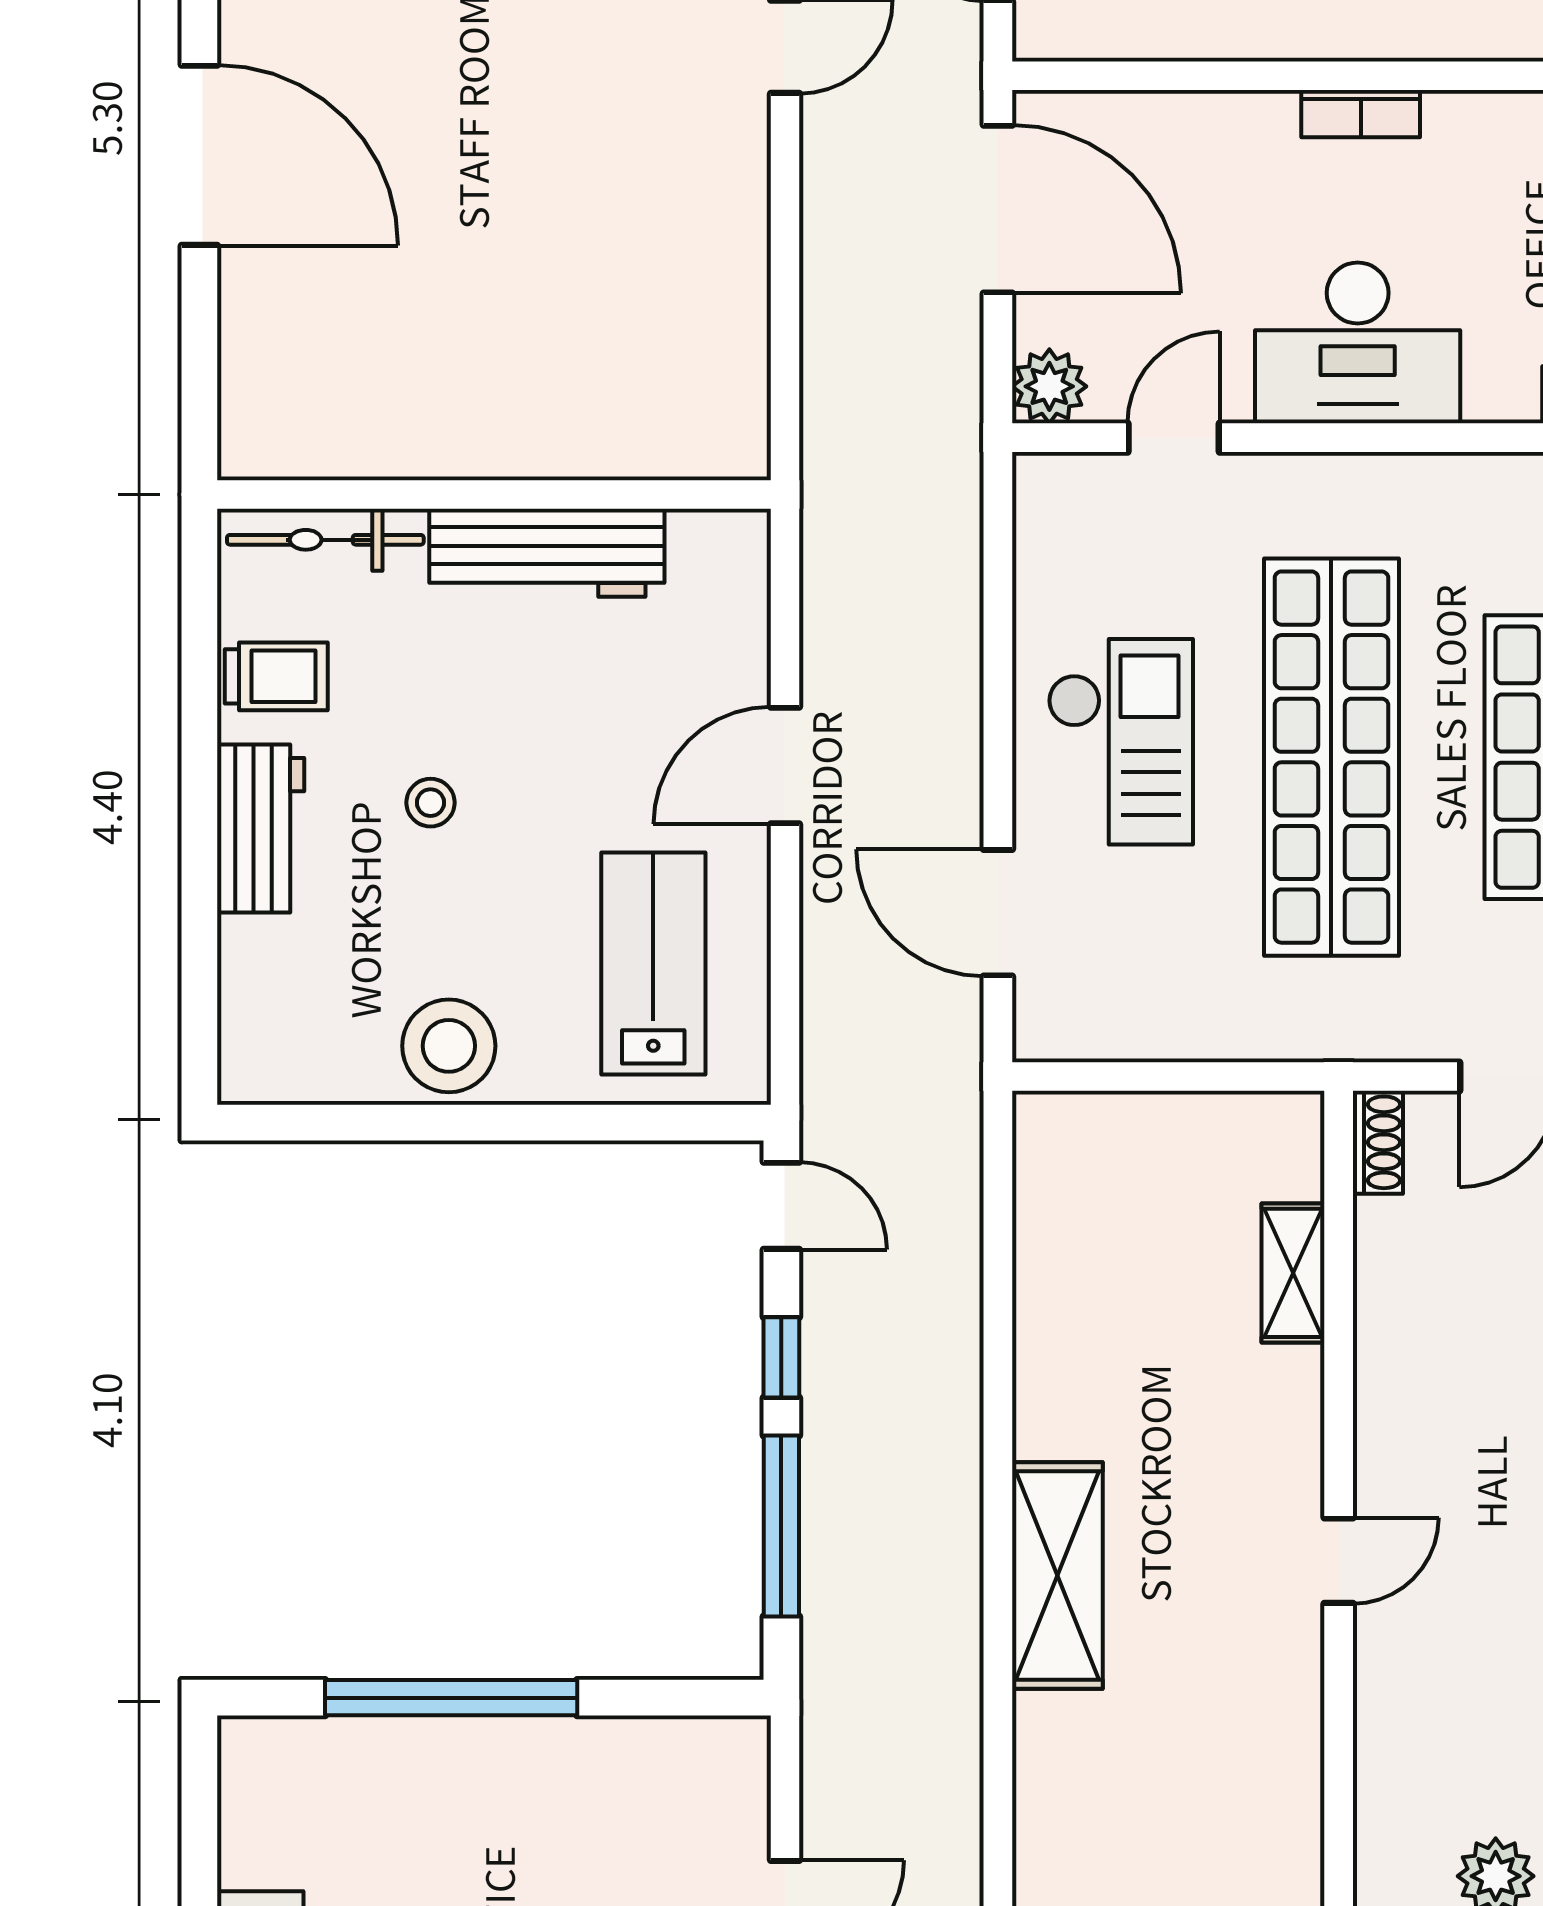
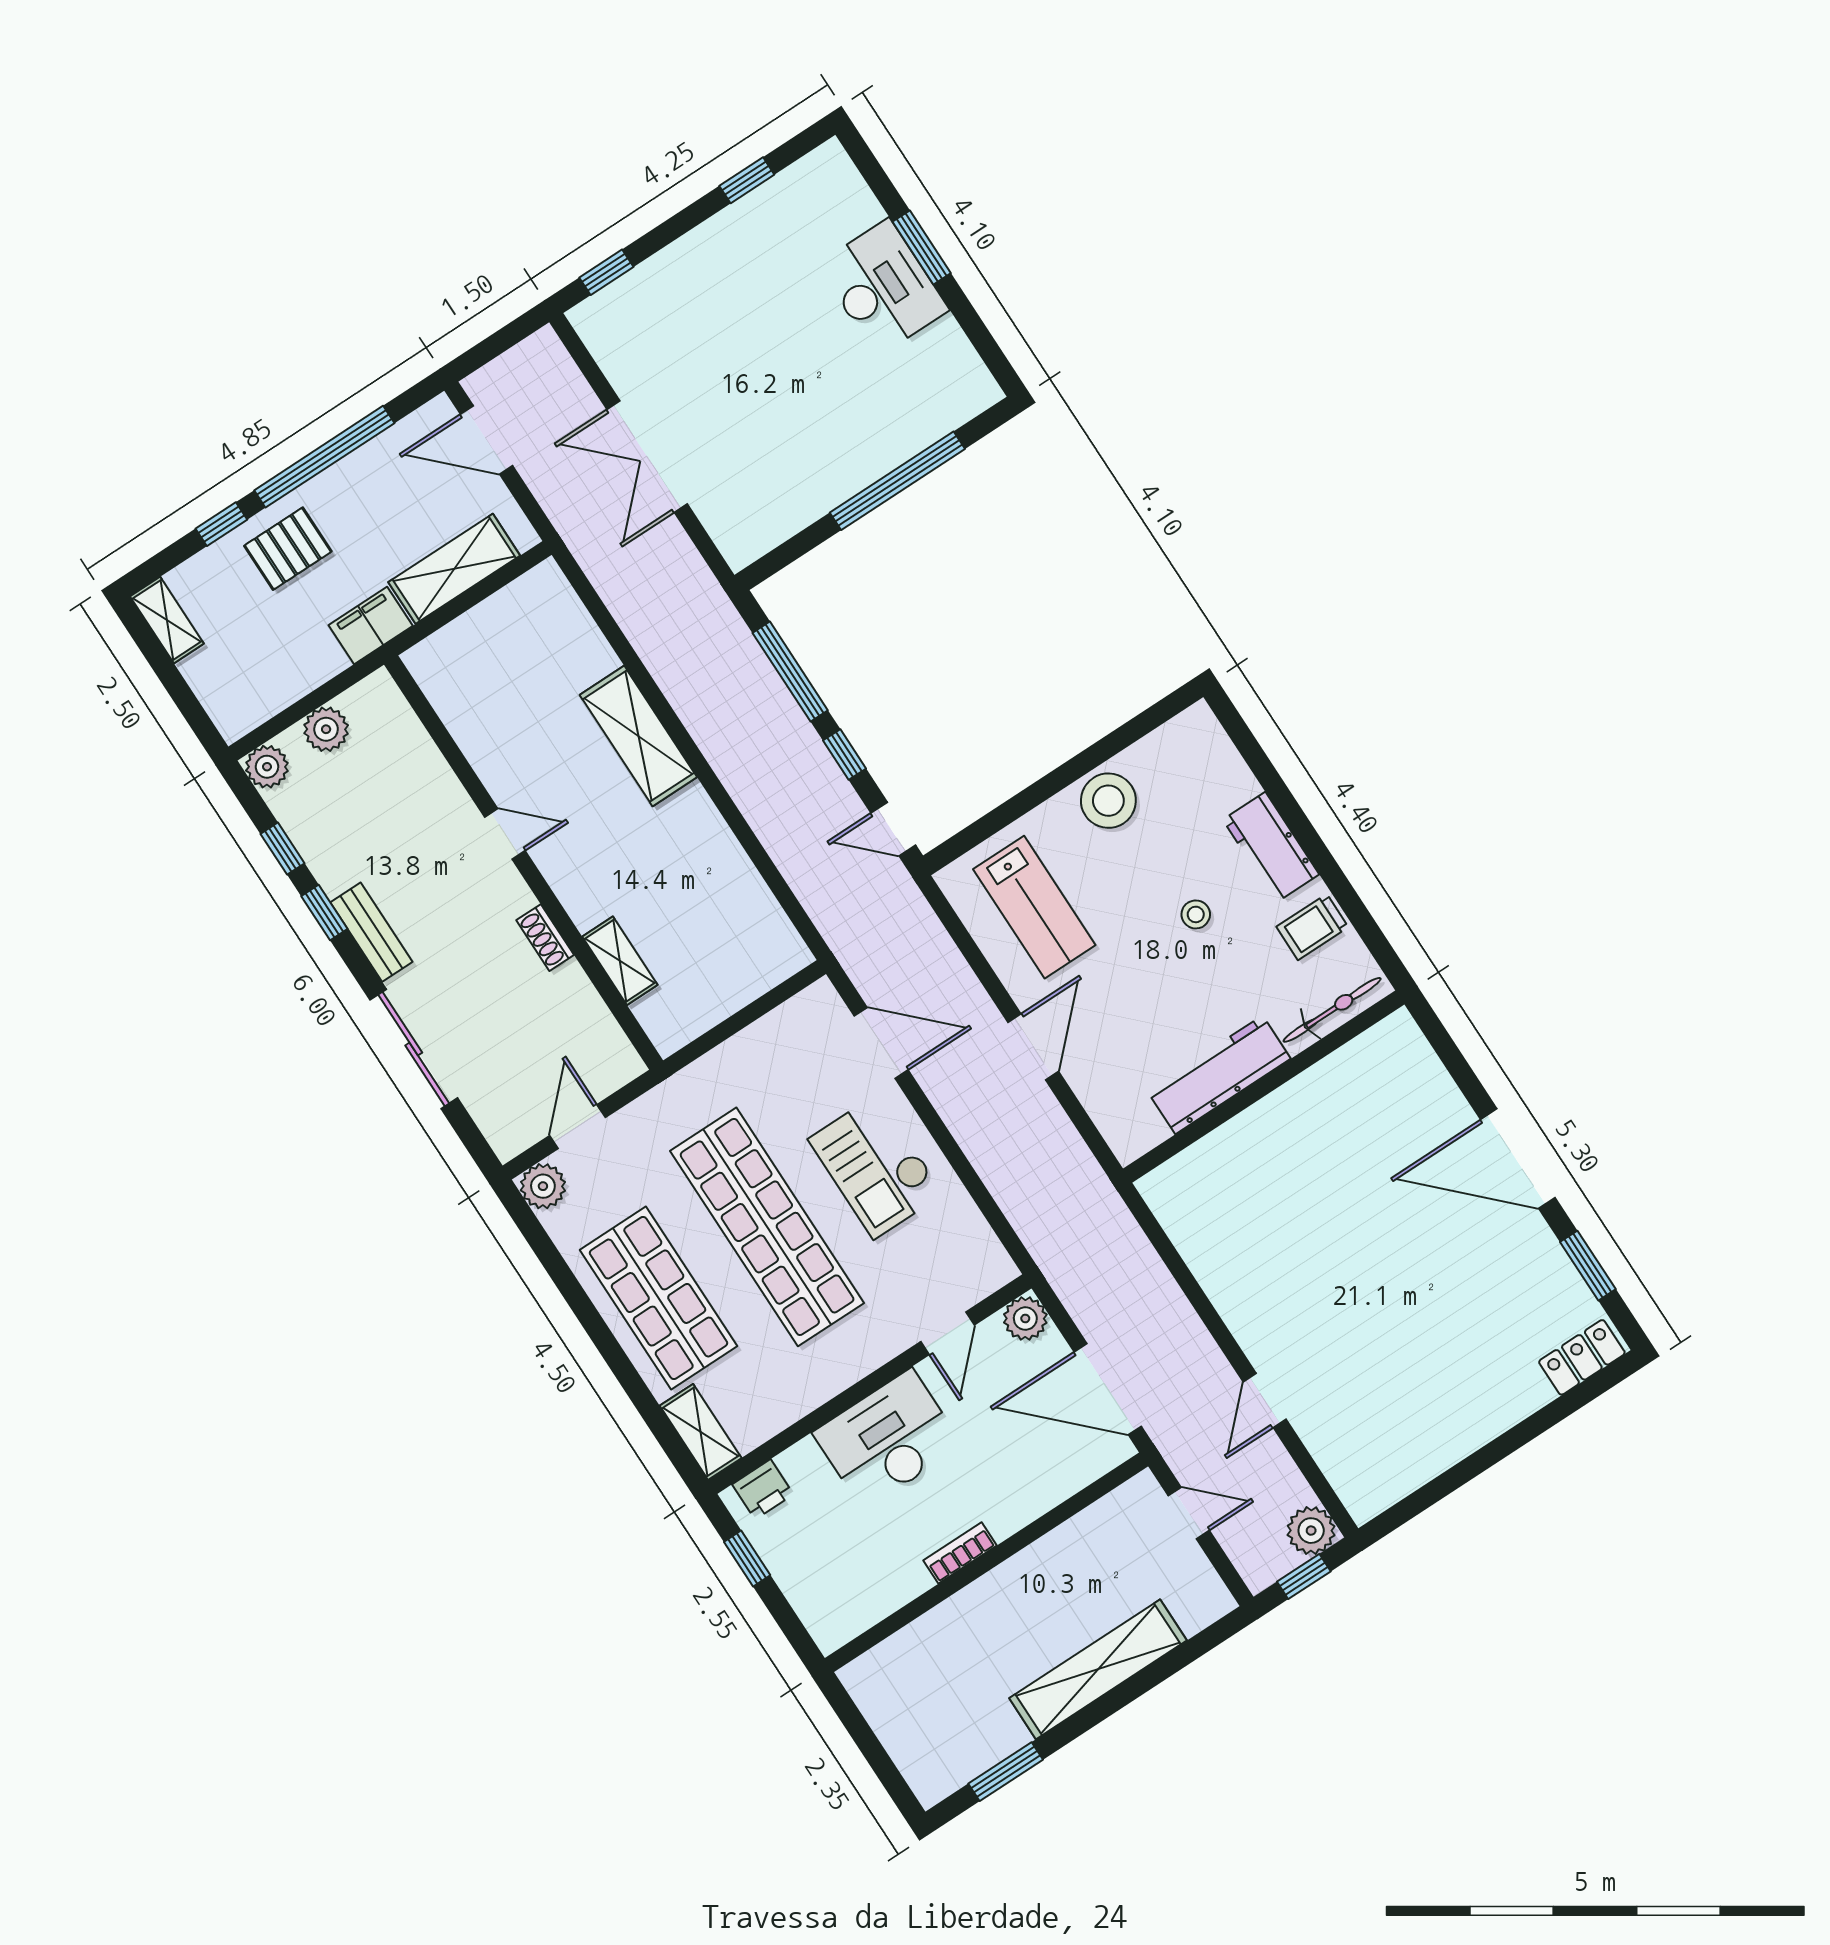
shoe rack: (1378, 1142) -> (545, 938), moved
door: (1339, 1561) -> (505, 834), swing flipped

